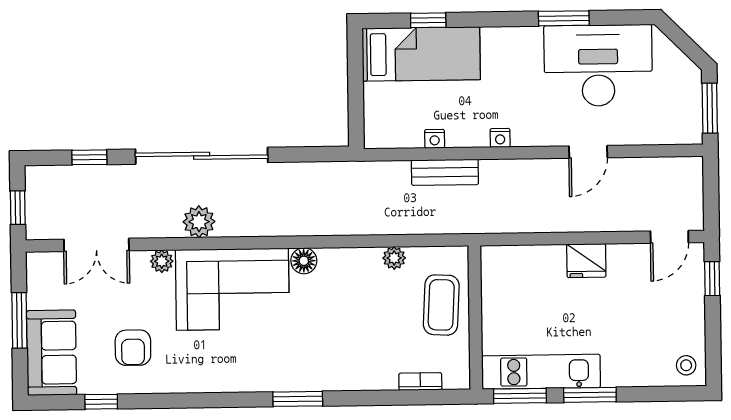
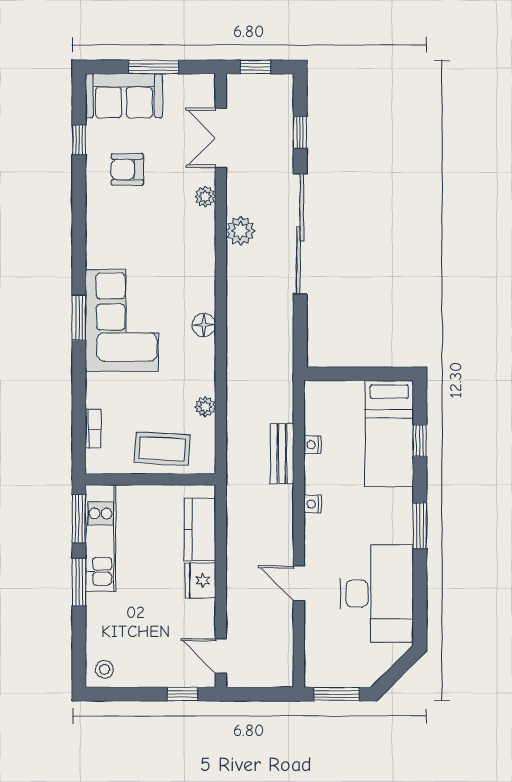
window: (564, 18) -> (420, 526), moved
kitchen counter: (530, 262) -> (200, 529), added
corner sofa: (232, 289) -> (122, 320), moved, turned 180

